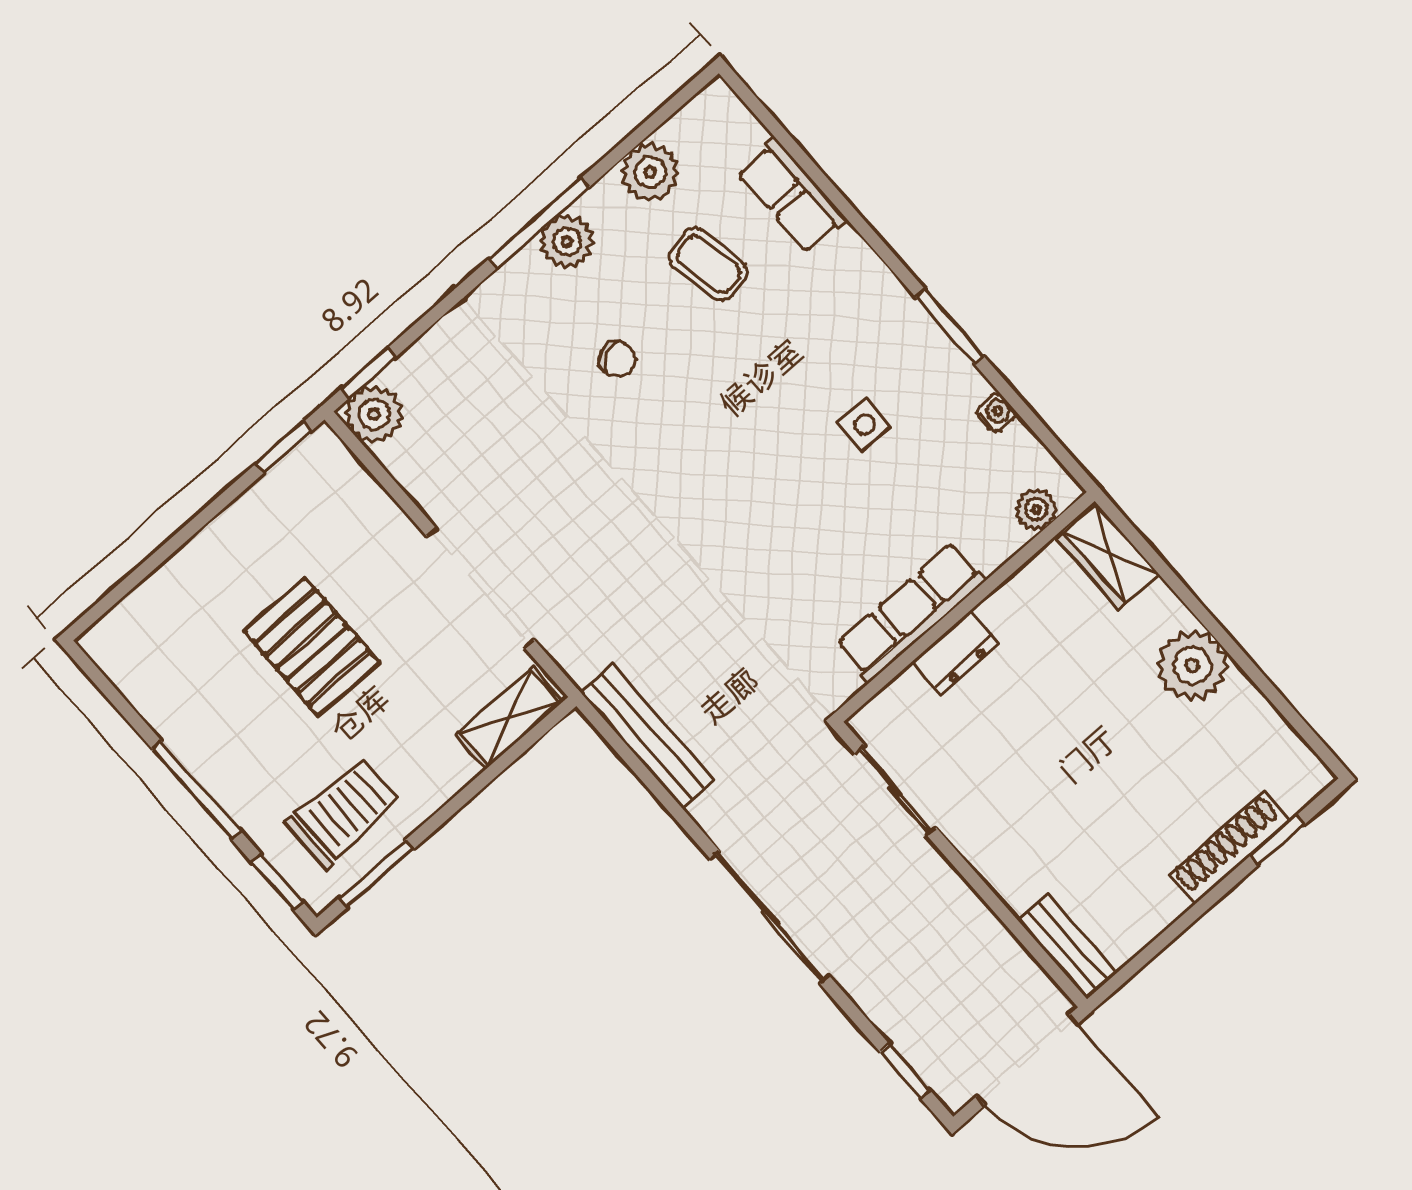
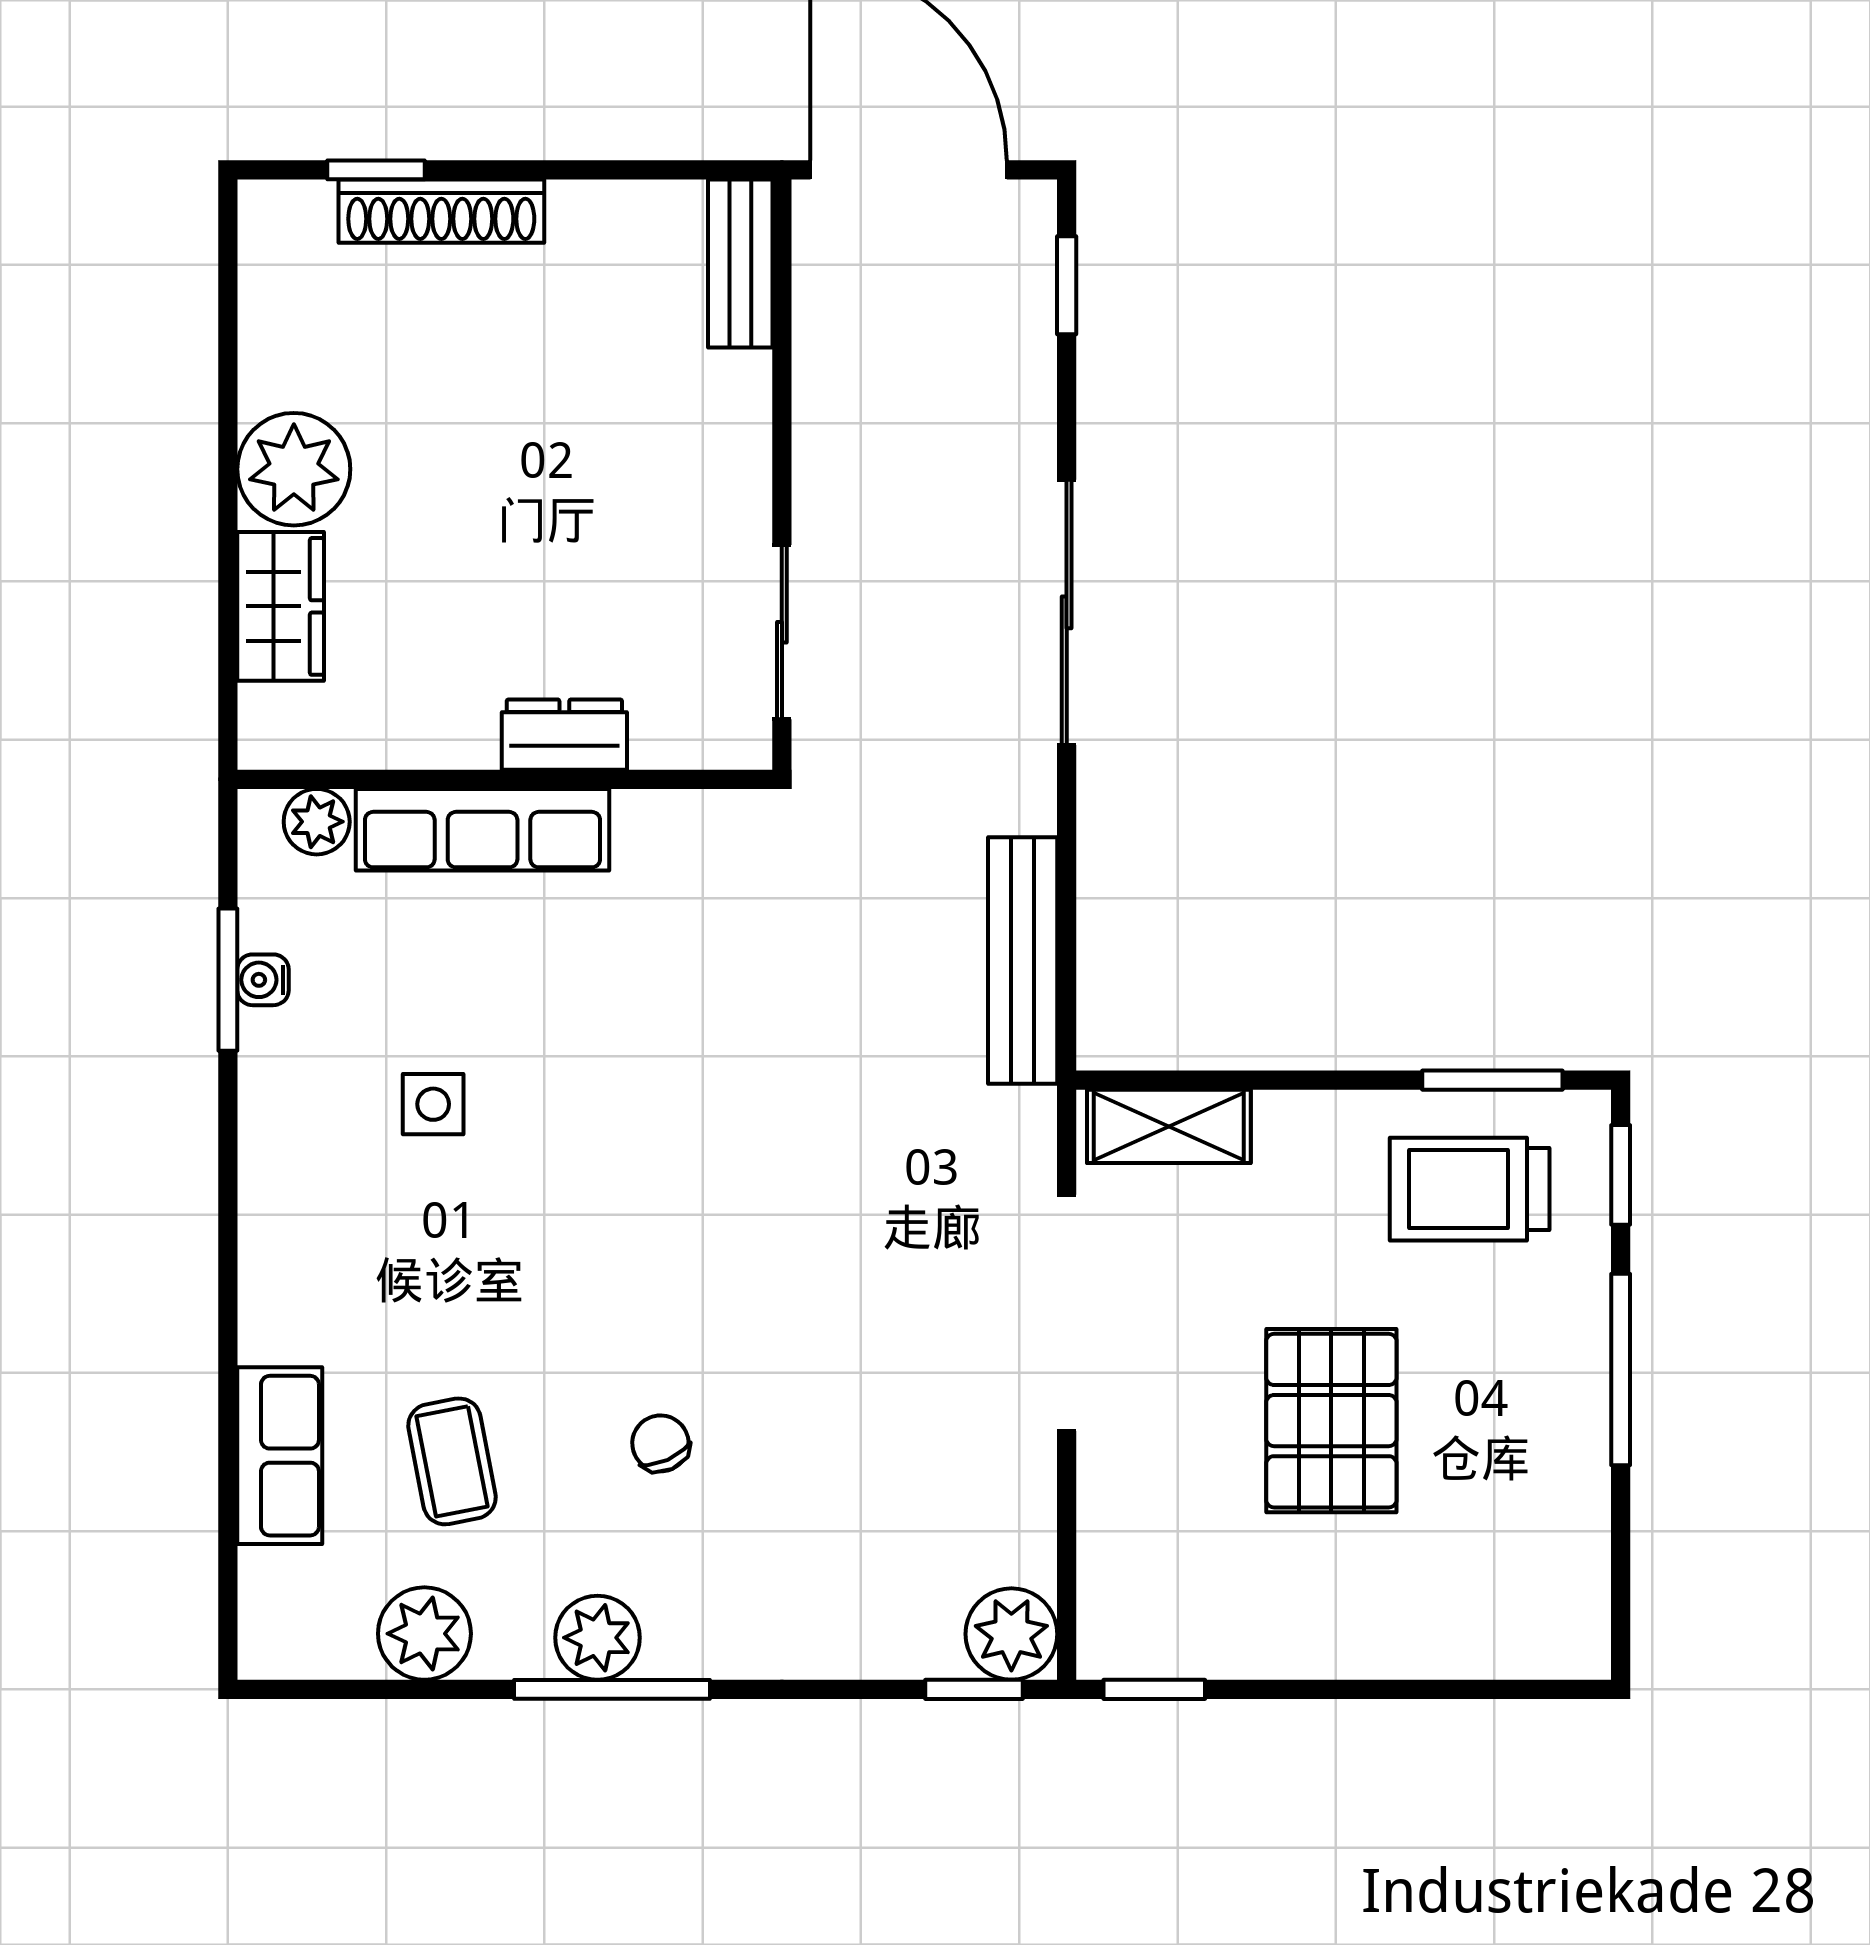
window: (950, 327) -> (228, 980), moved
wardrobe: (1107, 556) -> (281, 606), moved
row of seats: (911, 612) -> (483, 830), moved

